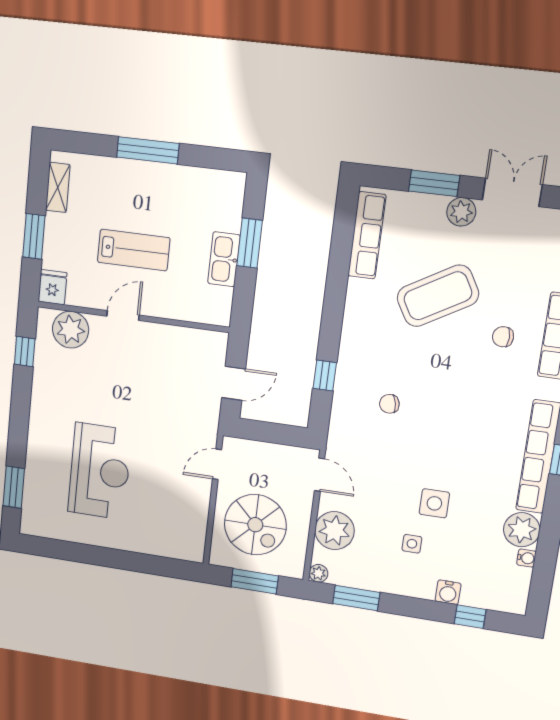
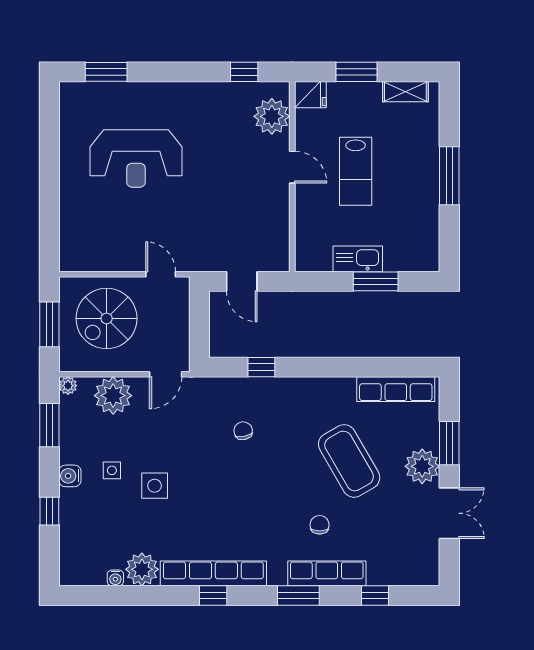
plant: (461, 212) -> (422, 466), width x1.36, depth x1.36
water cooler: (448, 592) -> (70, 476), moved
window: (470, 617) -> (49, 511), moved

